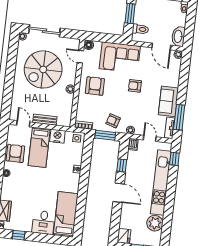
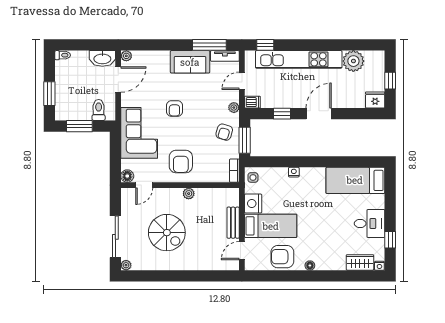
spiral stairs: (43, 69) -> (167, 233), width x0.73, depth x0.73
armchair: (95, 86) -> (181, 162), turned -90
desk: (43, 222) -> (370, 224), moved

